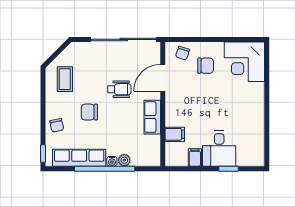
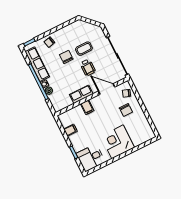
corner desk: (244, 62) -> (118, 142), moved
coffee table: (65, 79) -> (84, 49), moved
filing cabinet: (175, 134) -> (87, 107), moved
desk: (219, 149) -> (91, 158), moved

